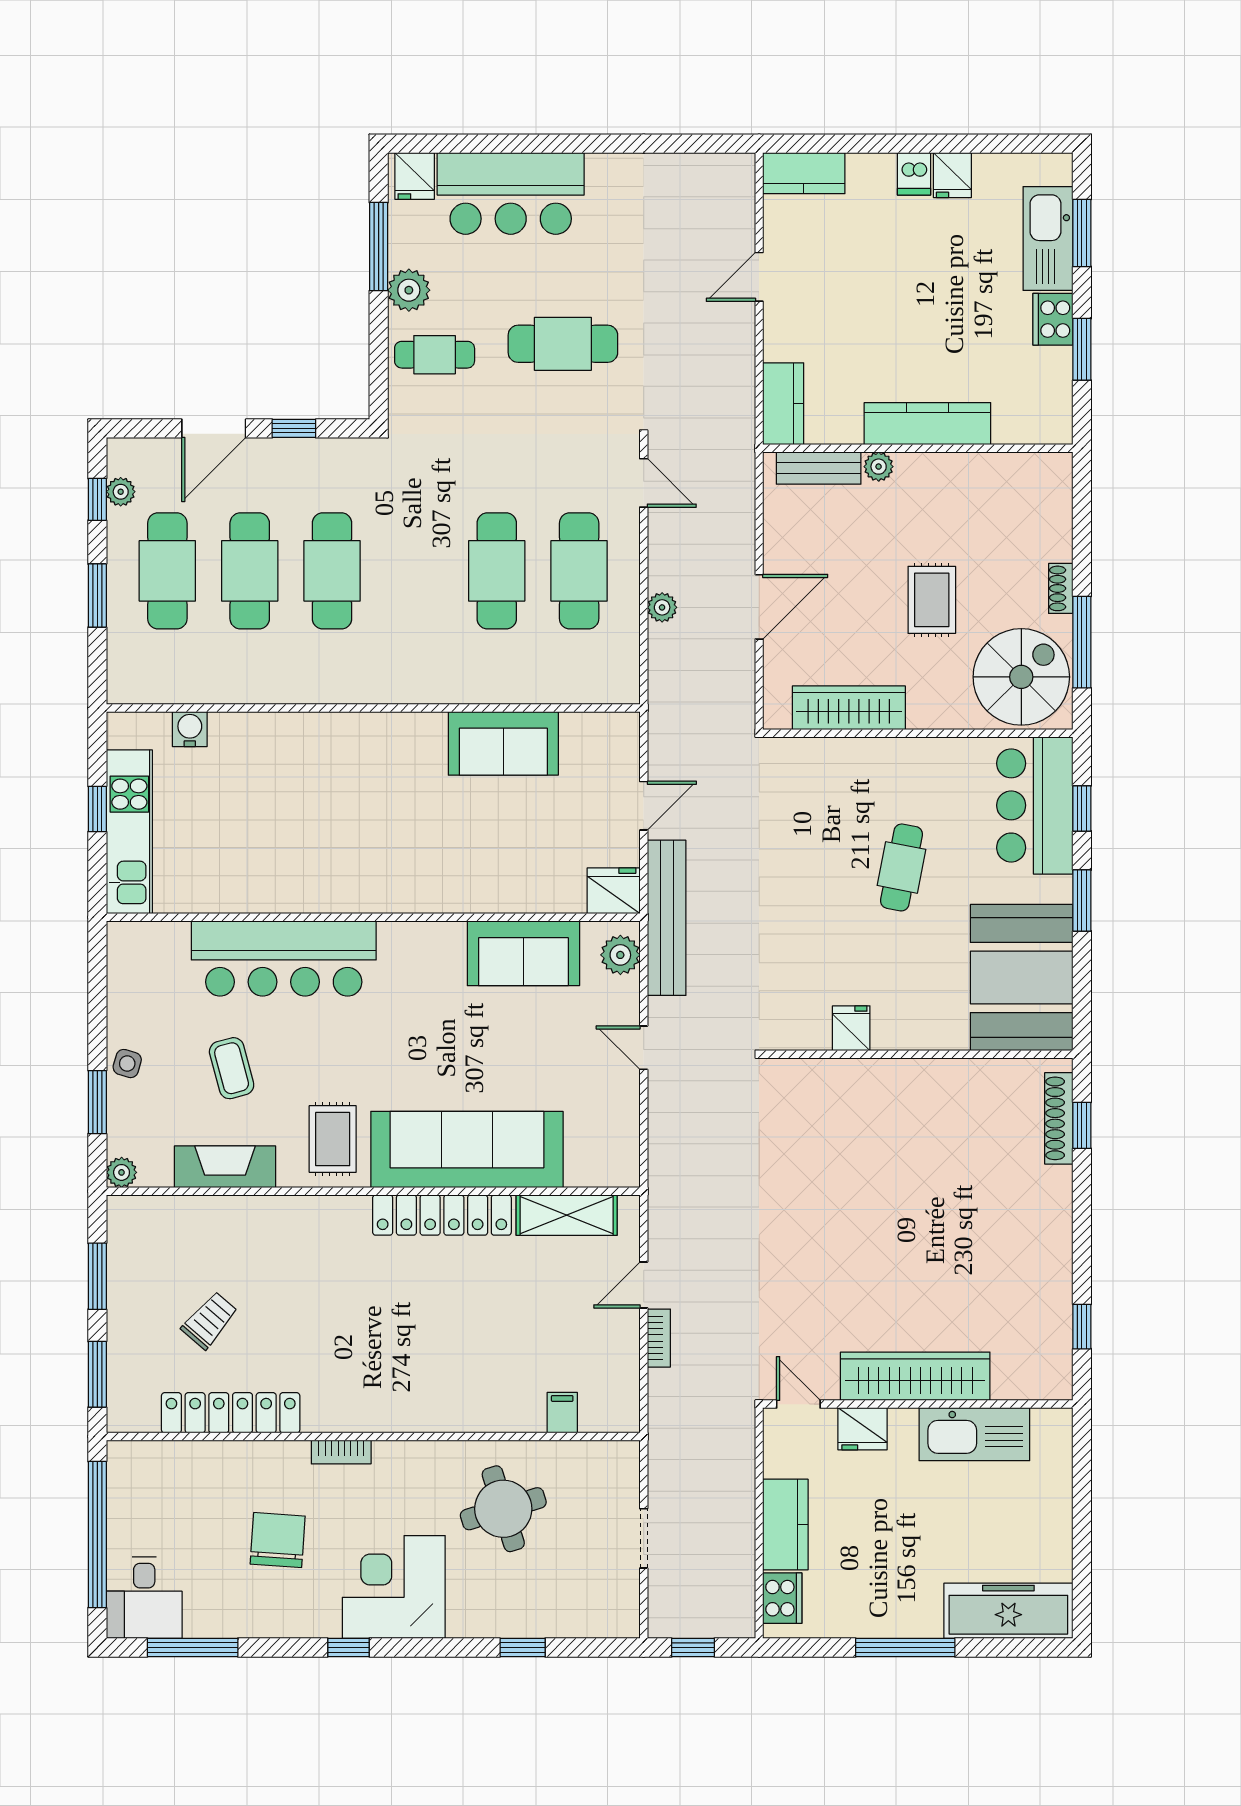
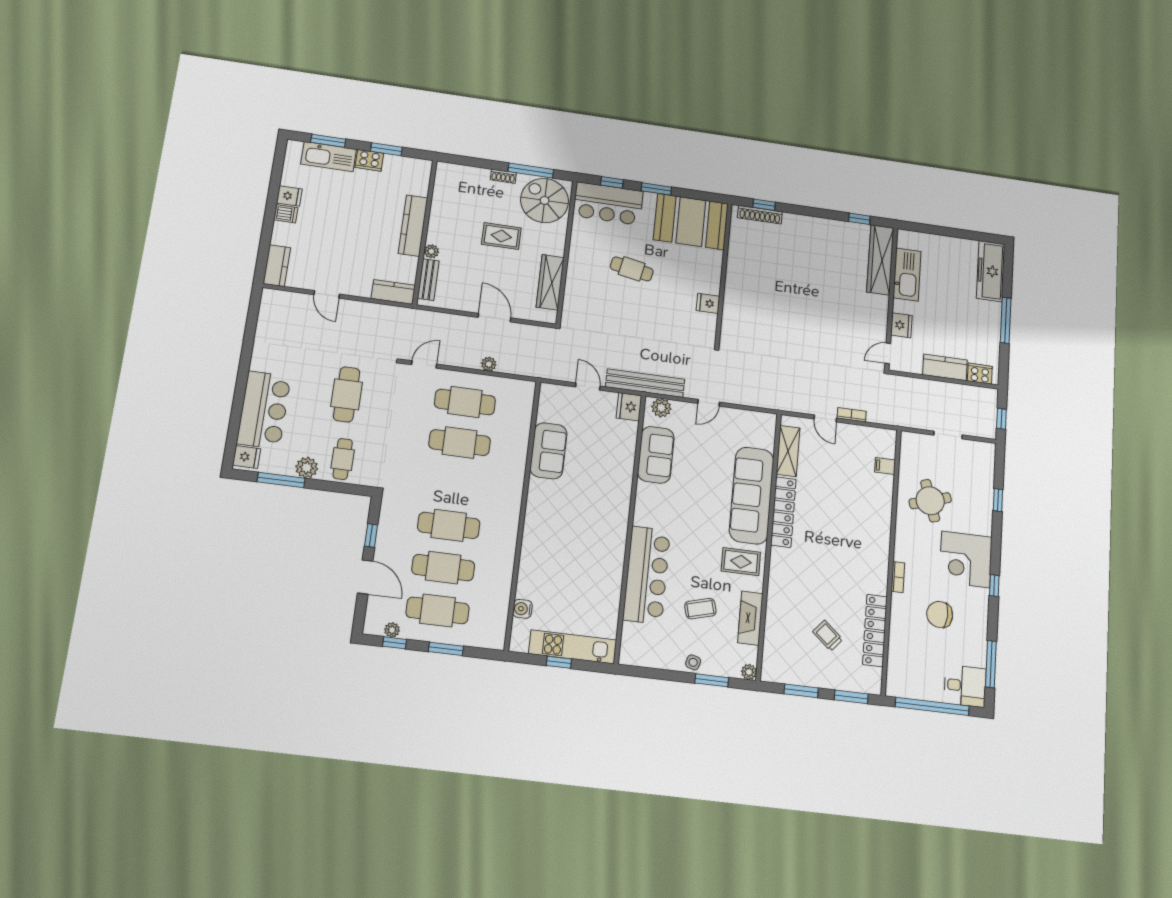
wardrobe: (915, 1376) -> (880, 260), moved

